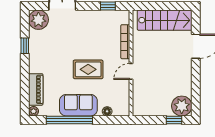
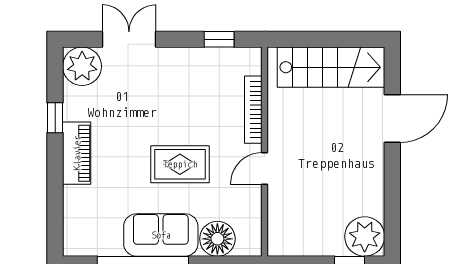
piano: (36, 89) -> (77, 153), moved
plant: (34, 111) -> (72, 247), removed
floor lamp: (107, 111) -> (217, 239), width x1.89, depth x1.89

